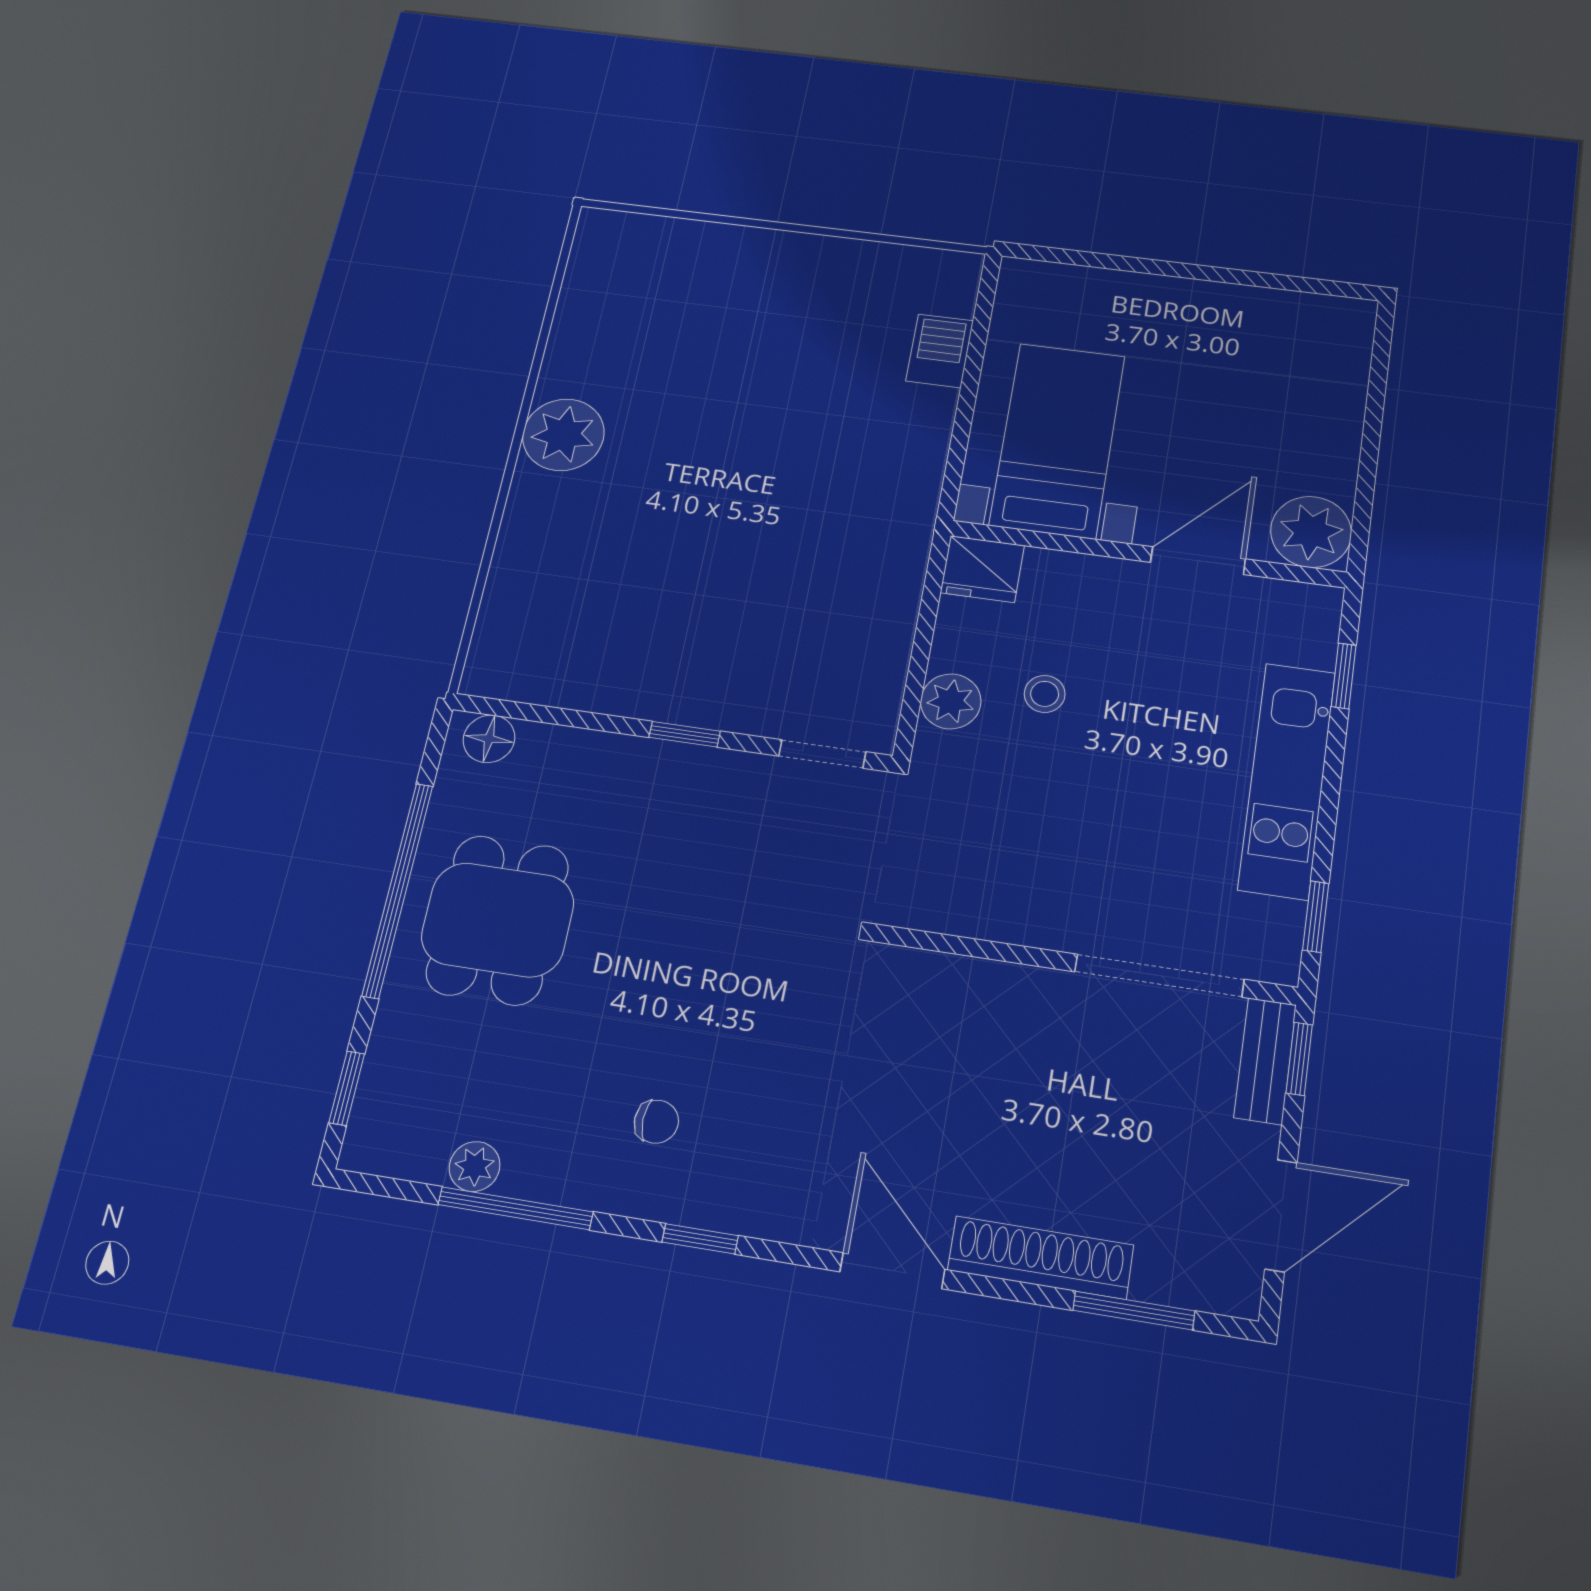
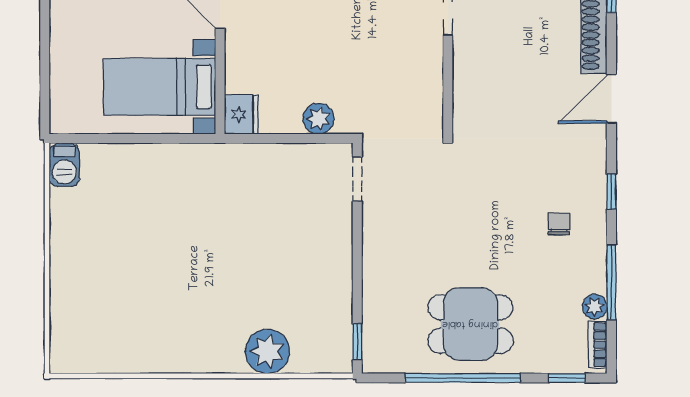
barbecue: (940, 351) -> (64, 165), moved, turned -90
plant: (563, 435) -> (267, 351), moved
stool: (1045, 694) -> (307, 72), removed
window: (685, 734) -> (357, 342), moved
floor lamp: (489, 739) -> (375, 351), removed
bookcase: (397, 1160) -> (598, 345), added

